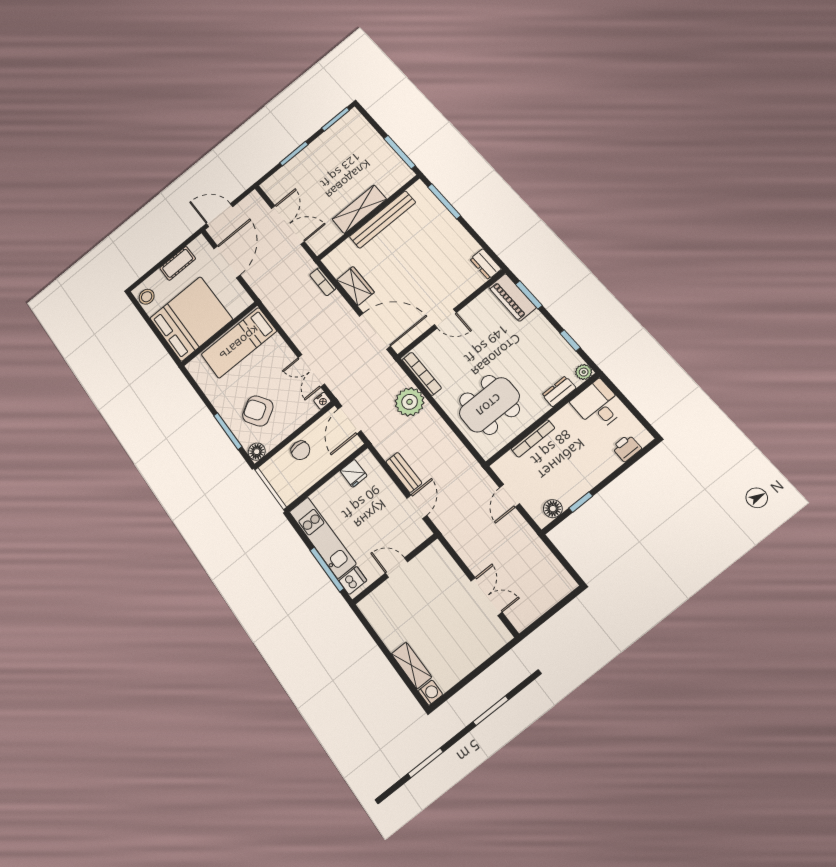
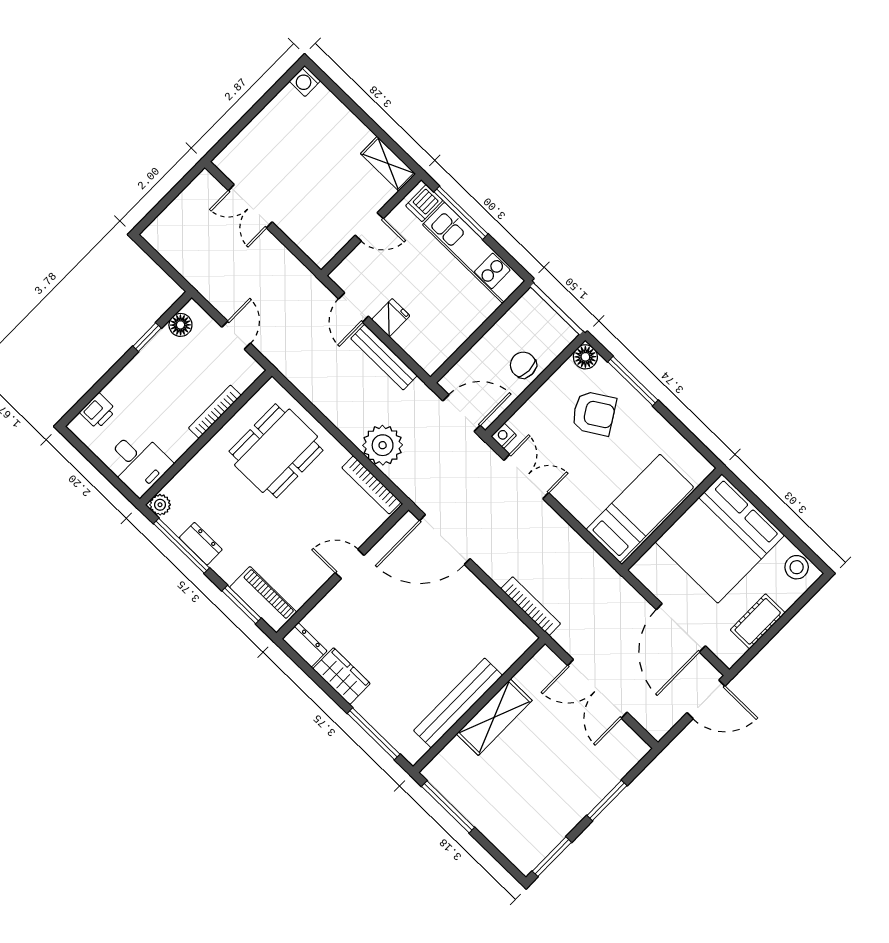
bookcase: (323, 282) -> (531, 606), width x1.56
wardrobe: (355, 286) -> (342, 676), moved, turned 180
window: (570, 340) -> (181, 546), width x2.17
dresser: (559, 391) -> (201, 544), moved, turned -90
door: (349, 420) -> (461, 413), hinge flipped
bench: (404, 472) -> (384, 357), width x1.36
fridge: (354, 473) -> (391, 318), moved, turned 90
shelving: (411, 665) -> (388, 164), moved

